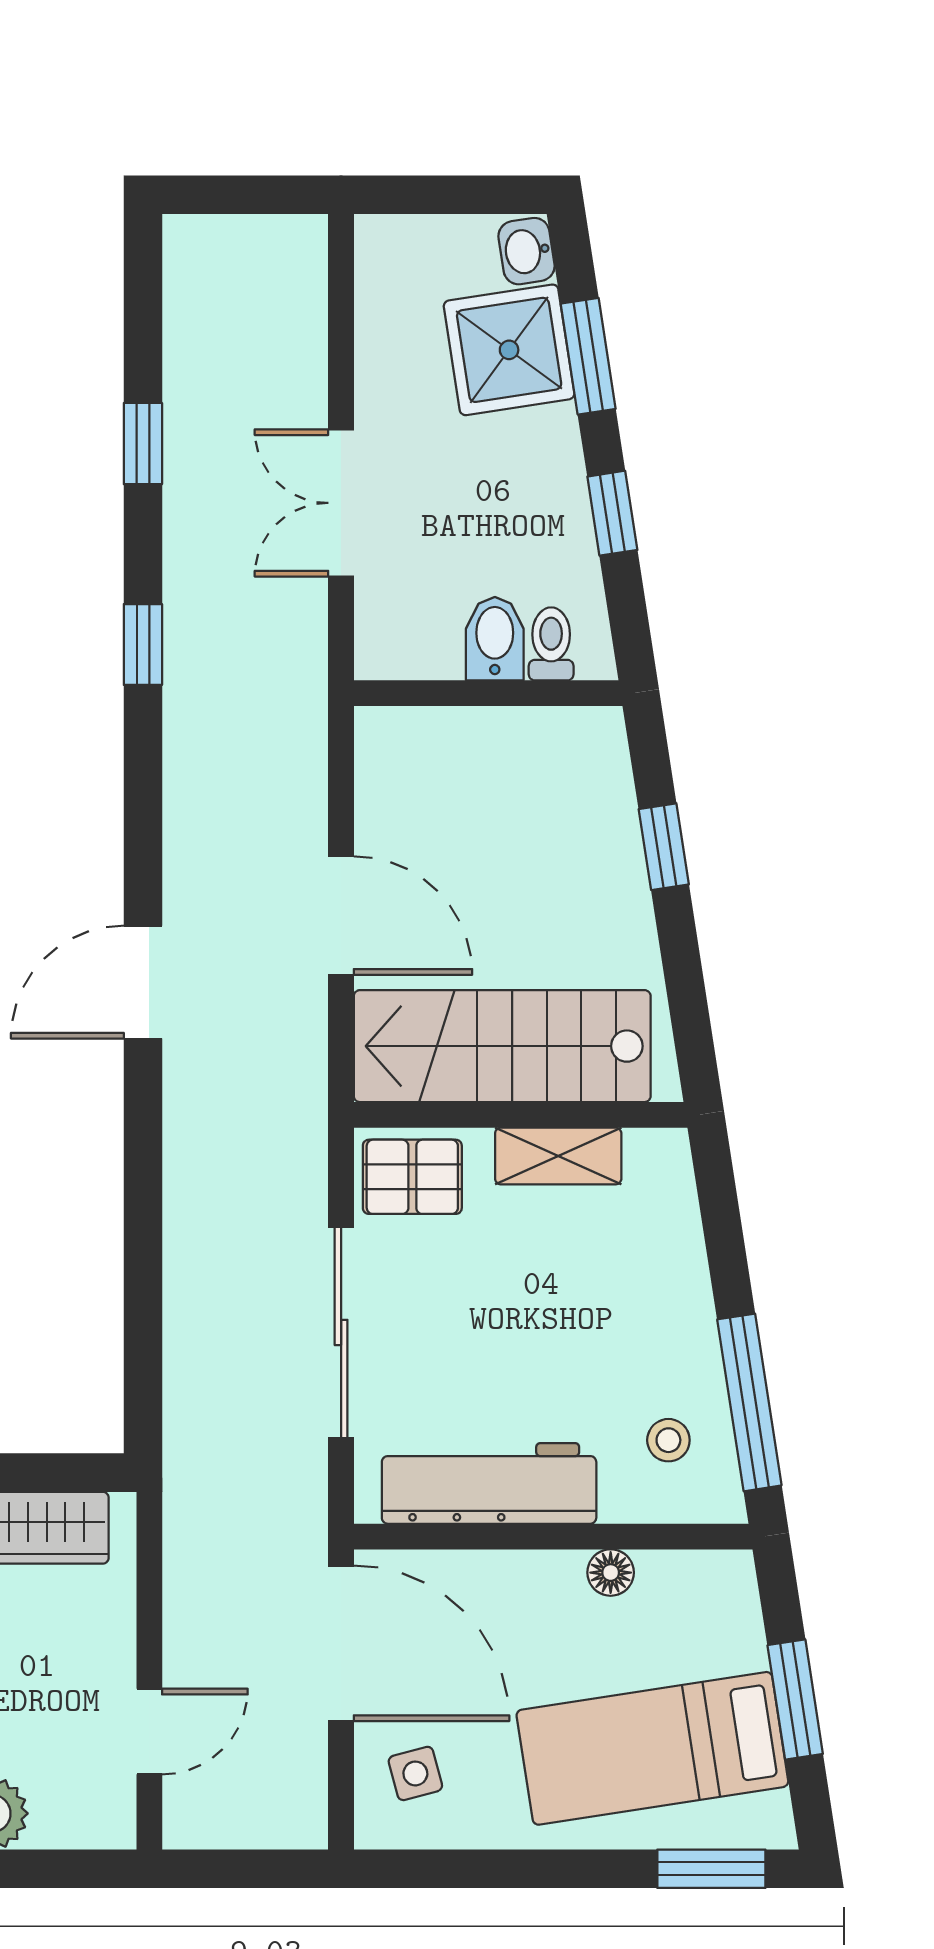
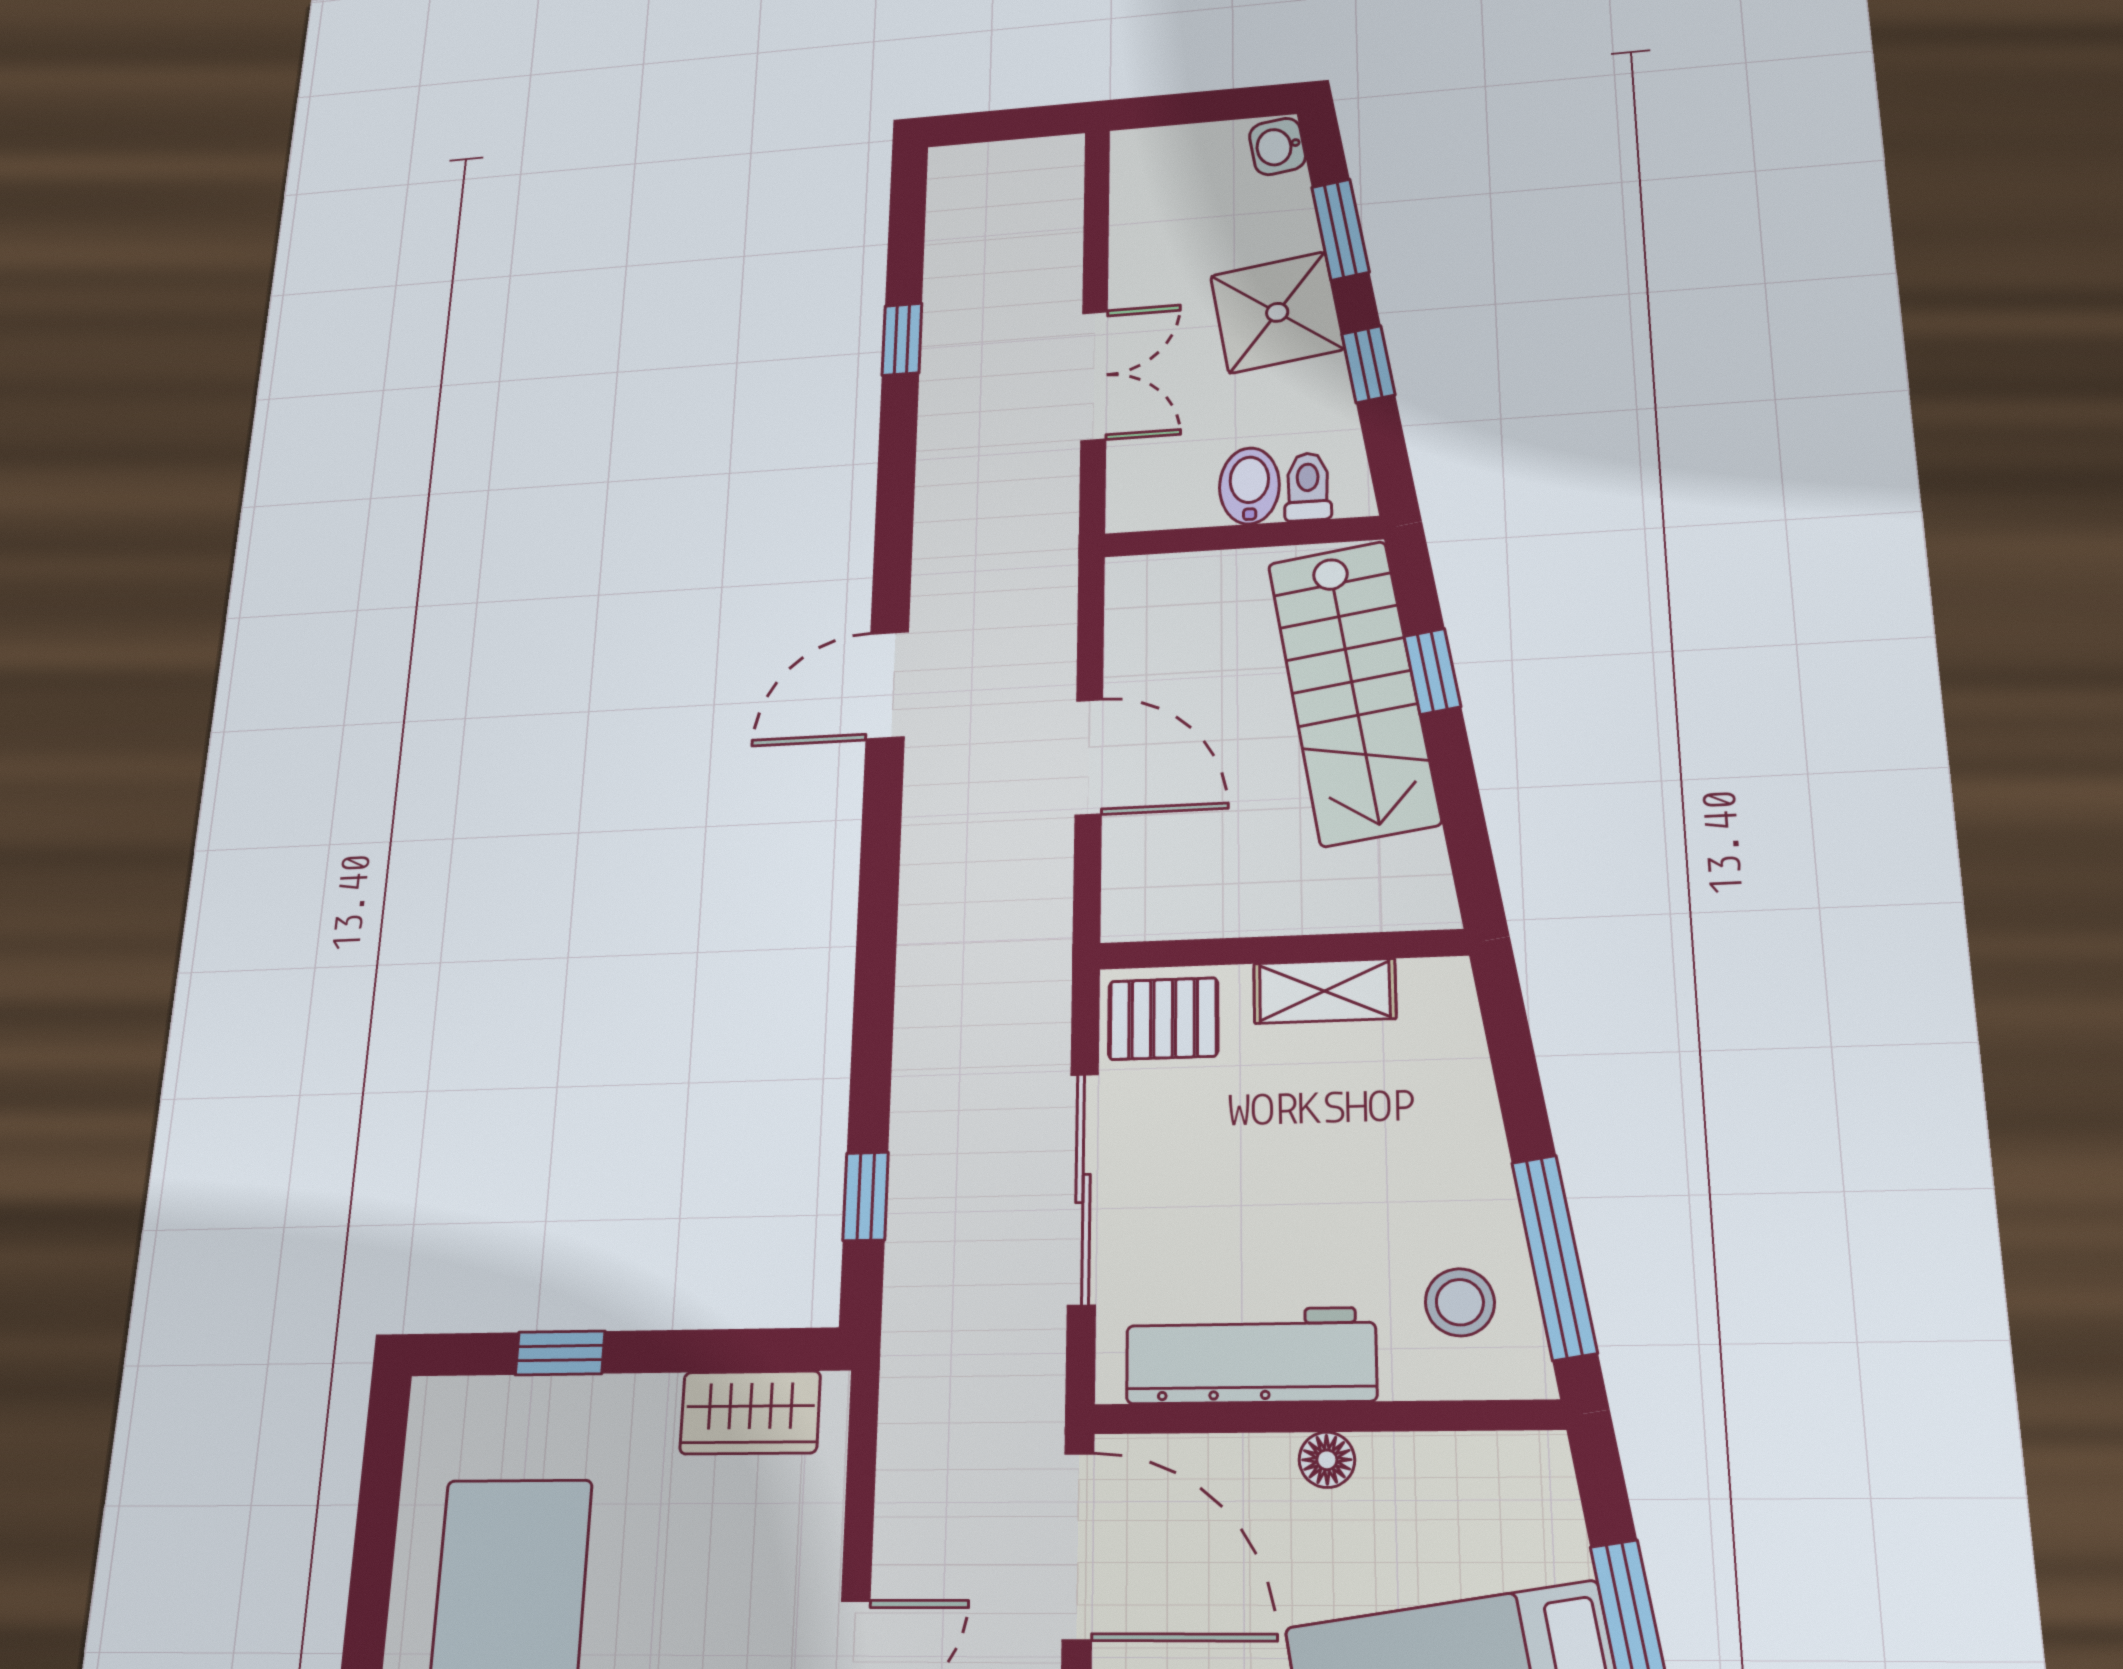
shower: (509, 350) -> (1277, 312), moved
double door: (341, 503) -> (1094, 376), swing flipped
window: (143, 645) -> (866, 1196), moved
door: (143, 982) -> (887, 685), moved
stairs: (502, 1046) -> (1353, 692), moved, turned -99
stool: (668, 1440) -> (1460, 1302), width x1.37, depth x1.37
floor lamp: (611, 1573) -> (1327, 1460), moved

